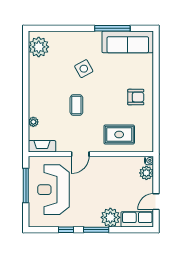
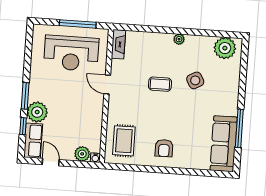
side table: (84, 69) -> (195, 80), moved
plant: (33, 122) -> (179, 39), moved
rug: (119, 135) -> (124, 141), moved
reception desk: (53, 190) -> (71, 53), turned 180
window: (66, 230) -> (23, 126), moved

